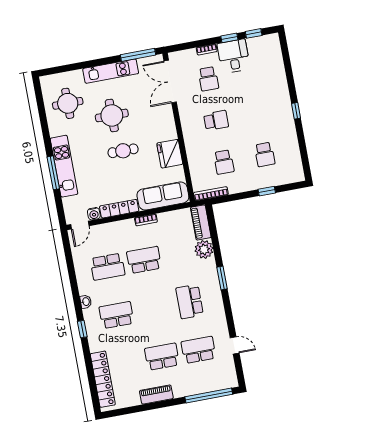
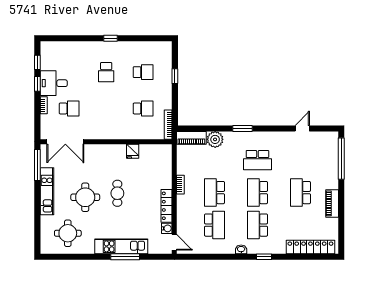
school desk: (216, 120) -> (106, 72), moved, turned 180
fridge: (170, 154) -> (133, 151), width x0.53, depth x0.75
sofa: (163, 196) -> (163, 166), removed
school desk: (199, 350) -> (257, 193), moved

